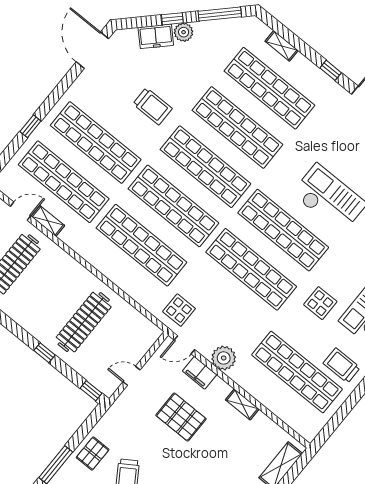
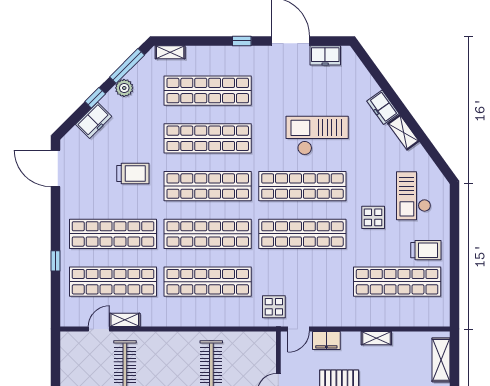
plant: (184, 32) -> (124, 88), moved
shelving: (282, 46) -> (170, 52), moved
plant: (224, 358) -> (335, 315), removed
trolley: (342, 365) -> (426, 250), turned 180

